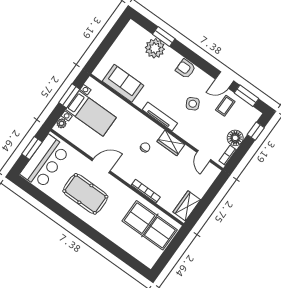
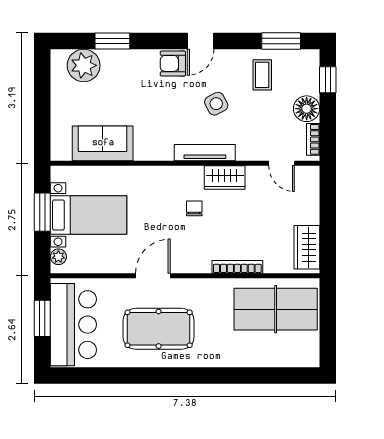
plant: (155, 48) -> (84, 65), moved
door: (225, 80) -> (201, 41), moved
tv unit: (160, 116) -> (205, 153), moved

